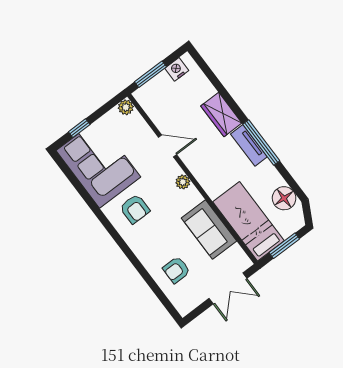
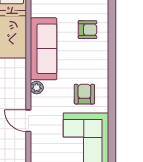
sofa: (209, 230) -> (43, 49), width x1.36

